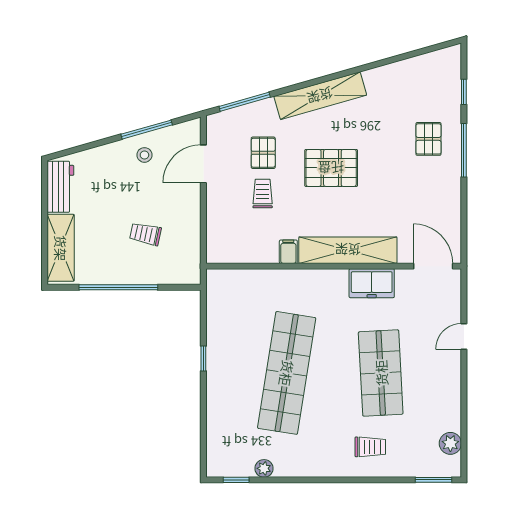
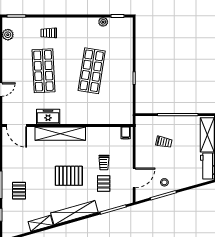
shelving: (386, 75) -> (41, 223), added
filing cabinet: (288, 252) -> (126, 133), moved
shop shelf: (287, 373) -> (92, 71), width x0.71

